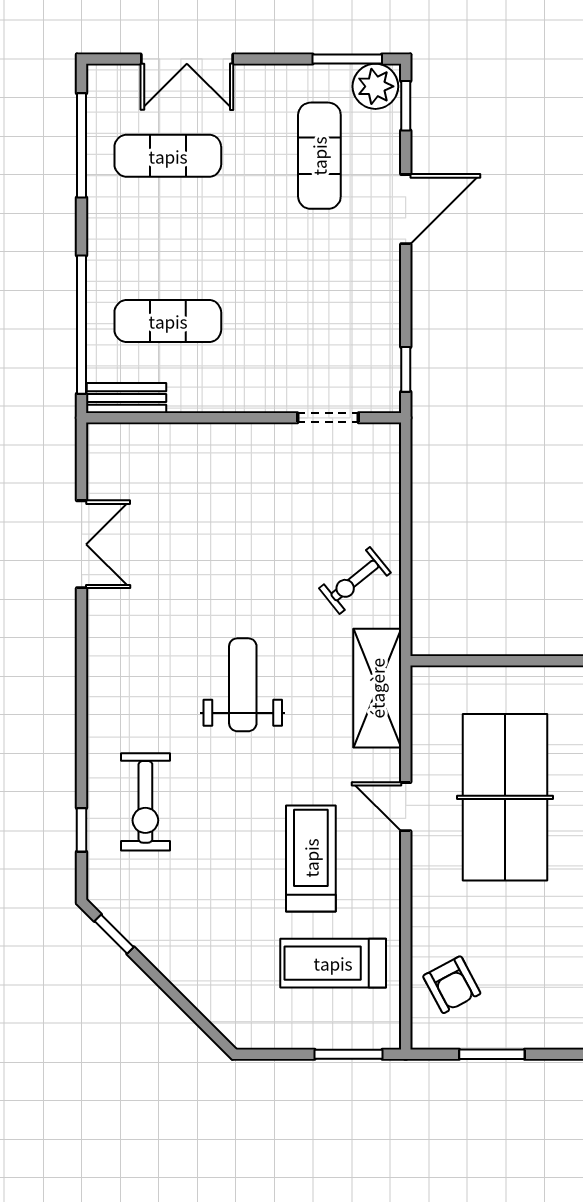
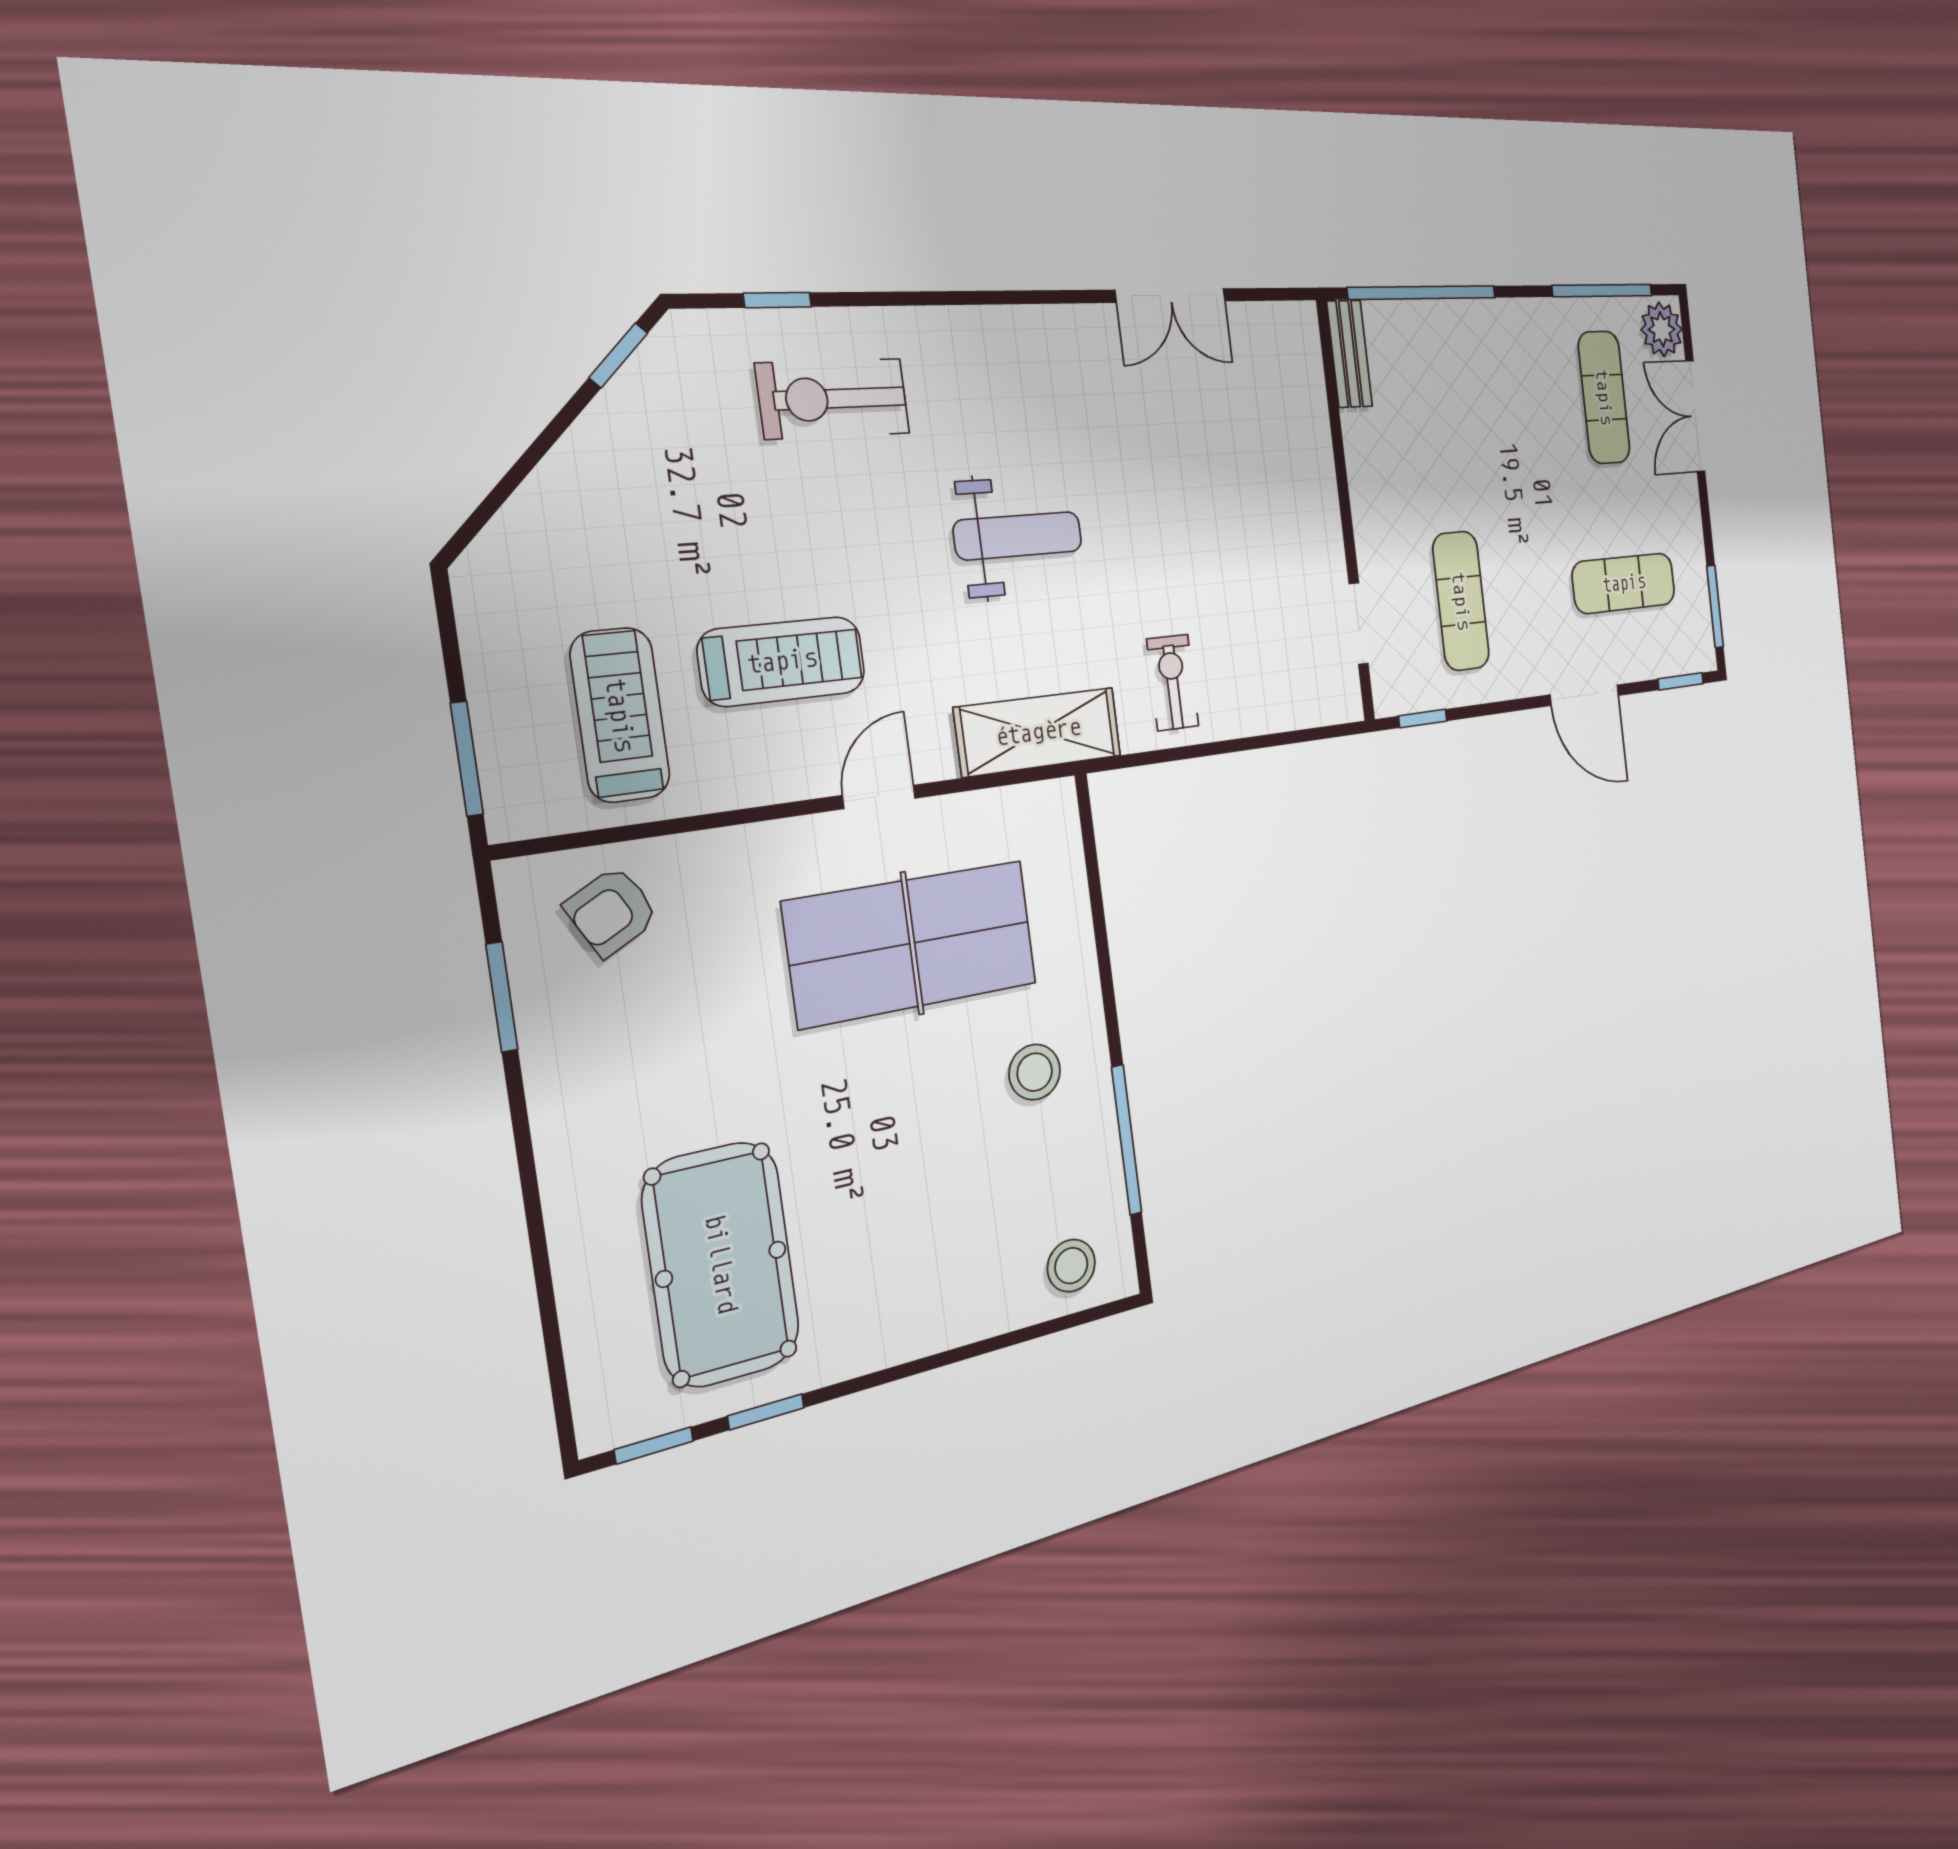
plant: (375, 86) -> (1662, 329), moved
exercise mat: (168, 321) -> (1461, 601), moved
exercise bike: (355, 580) -> (1173, 683), turned 39

